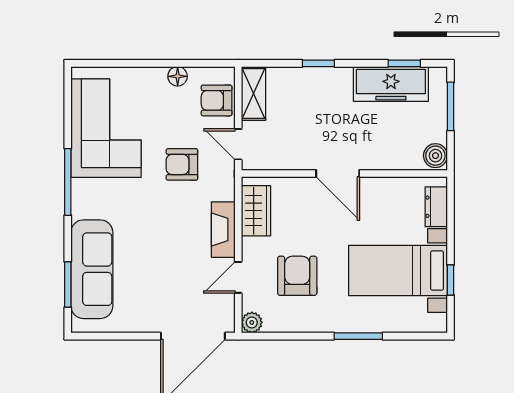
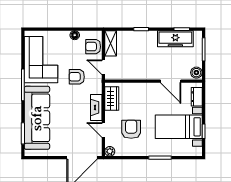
door: (338, 174) -> (171, 81), moved
sofa: (92, 269) -> (37, 118), width x1.36, depth x1.27
door: (238, 277) -> (103, 130), hinge flipped

